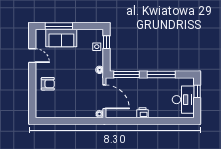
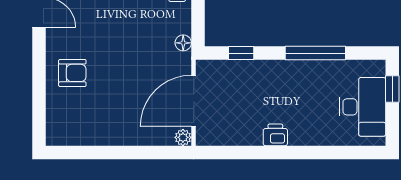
window: (127, 75) -> (241, 53), width x0.46
door: (104, 97) -> (194, 101), swing flipped

